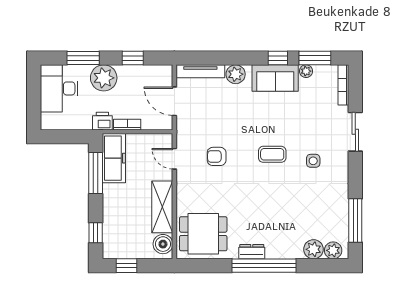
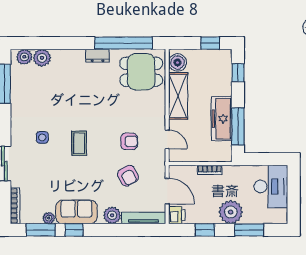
desk: (59, 88) -> (271, 187), moved
armchair: (218, 118) -> (128, 176), added
printer: (102, 121) -> (177, 215), moved, turned -90
coffee table: (272, 154) -> (79, 143), turned 90
freezer: (114, 158) -> (222, 119), moved
window: (264, 266) -> (123, 43), moved

